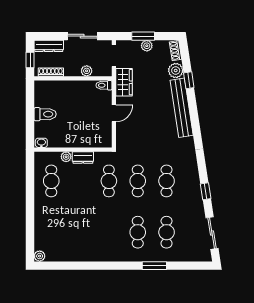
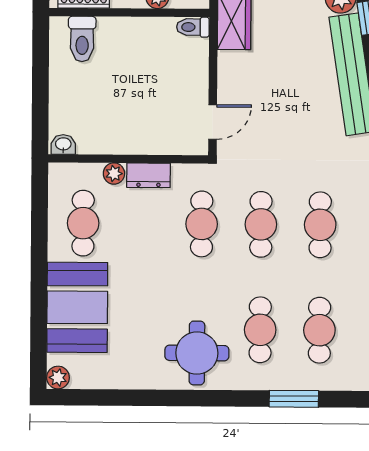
door: (114, 113) -> (213, 122), moved
toilet: (45, 114) -> (82, 39), moved, turned 90
booth: (49, 222) -> (77, 307), added
round table: (107, 244) -> (197, 353), added

